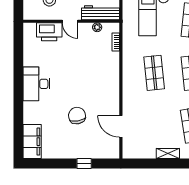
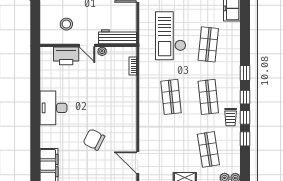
plant: (97, 27) -> (102, 51), moved
chair: (77, 116) -> (94, 140), turned -53
door: (121, 126) -> (138, 163), moved

